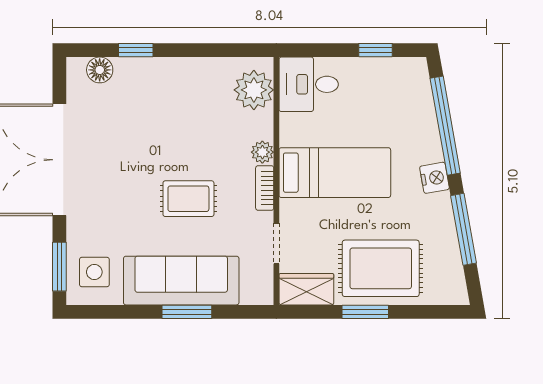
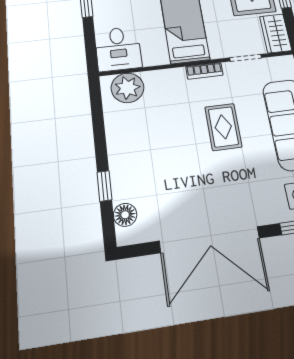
plant: (262, 152) -> (176, 76), removed

